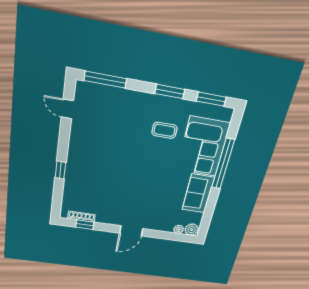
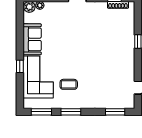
window: (105, 80) -> (115, 112), width x0.69
window: (223, 164) -> (20, 66), width x0.32

